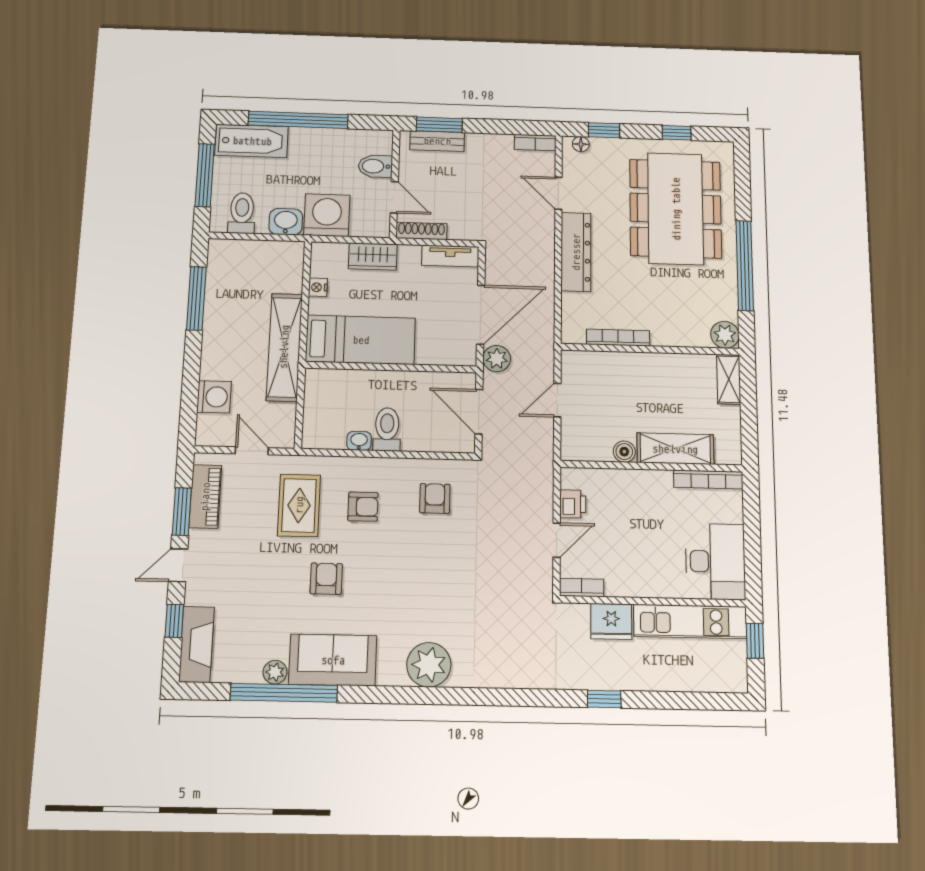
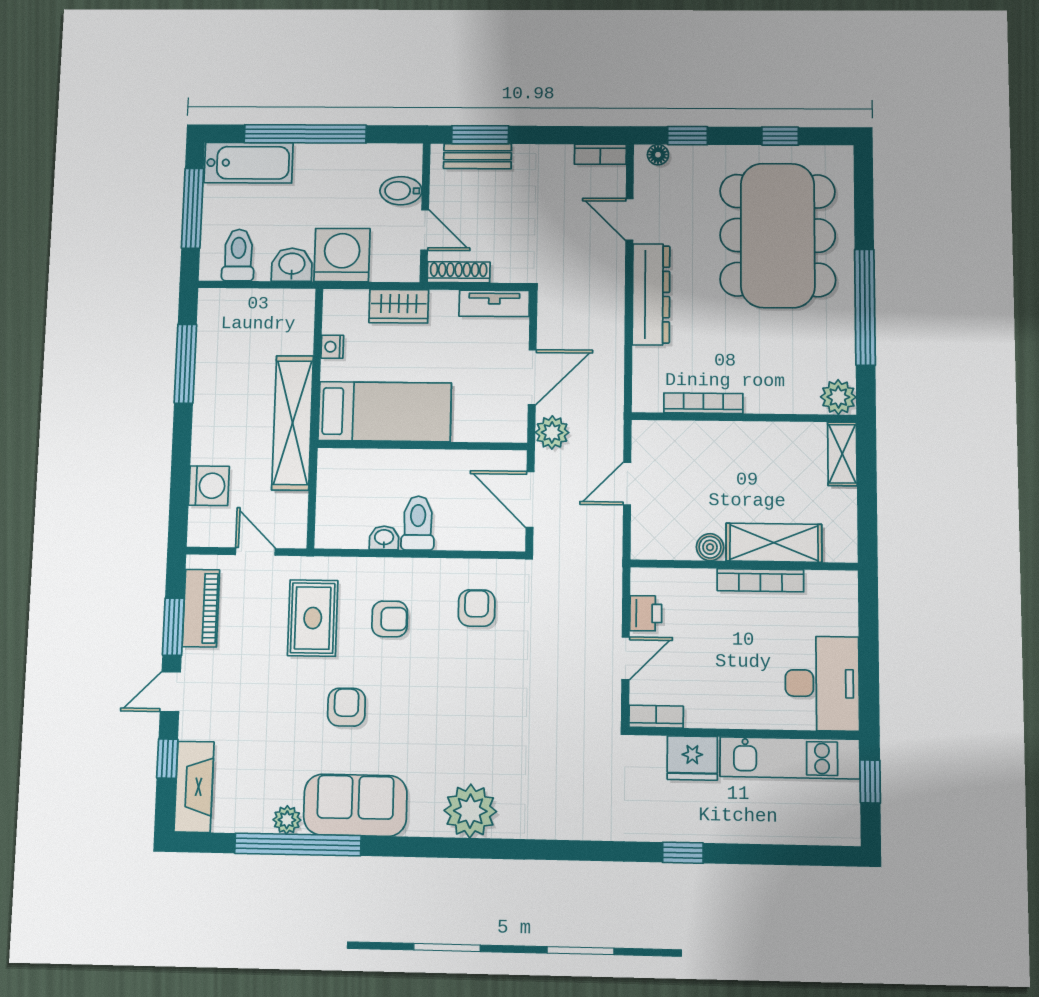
door: (481, 315) -> (532, 377), width x0.73
bookcase: (708, 479) -> (760, 580), moved

